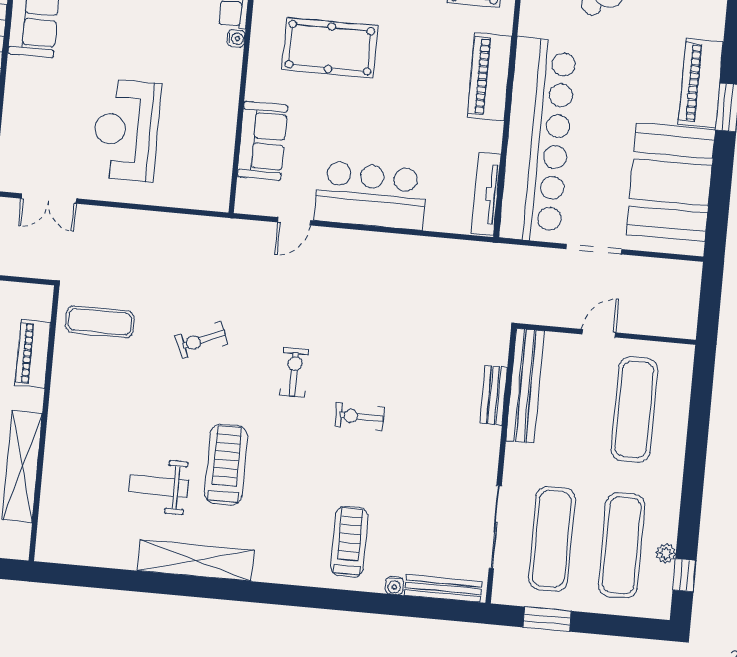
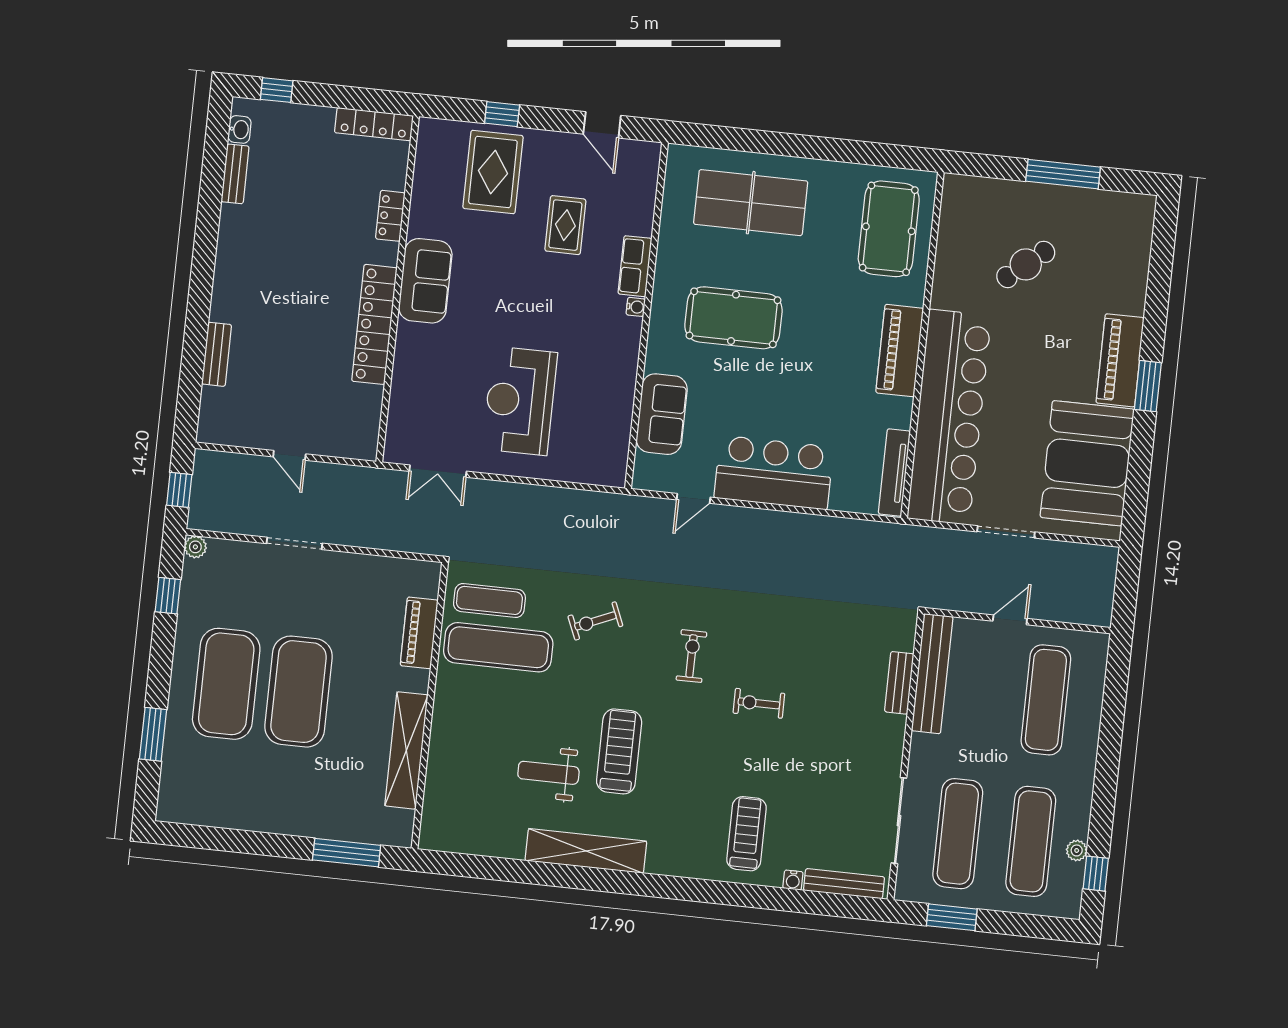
exercise mat: (109, 366) -> (498, 647), added

